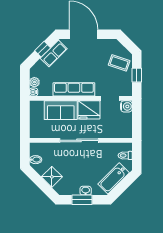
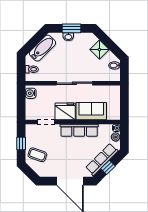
row of seats: (54, 53) -> (102, 159), width x1.48
water cooler: (126, 106) -> (31, 93), moved

